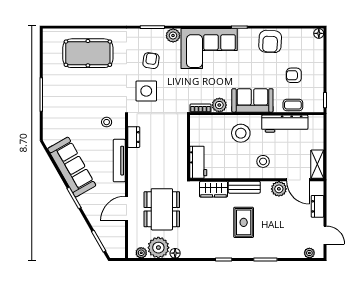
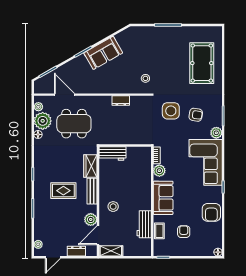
armchair: (270, 41) -> (211, 212), turned -93
workbench: (285, 124) -> (144, 224), width x0.73
stool: (241, 133) -> (136, 188), removed
dresser: (134, 137) -> (121, 101), moved
tv unit: (119, 161) -> (114, 89), removed
sofa: (72, 167) -> (103, 53), width x0.73
door: (126, 209) -> (64, 95), moved

